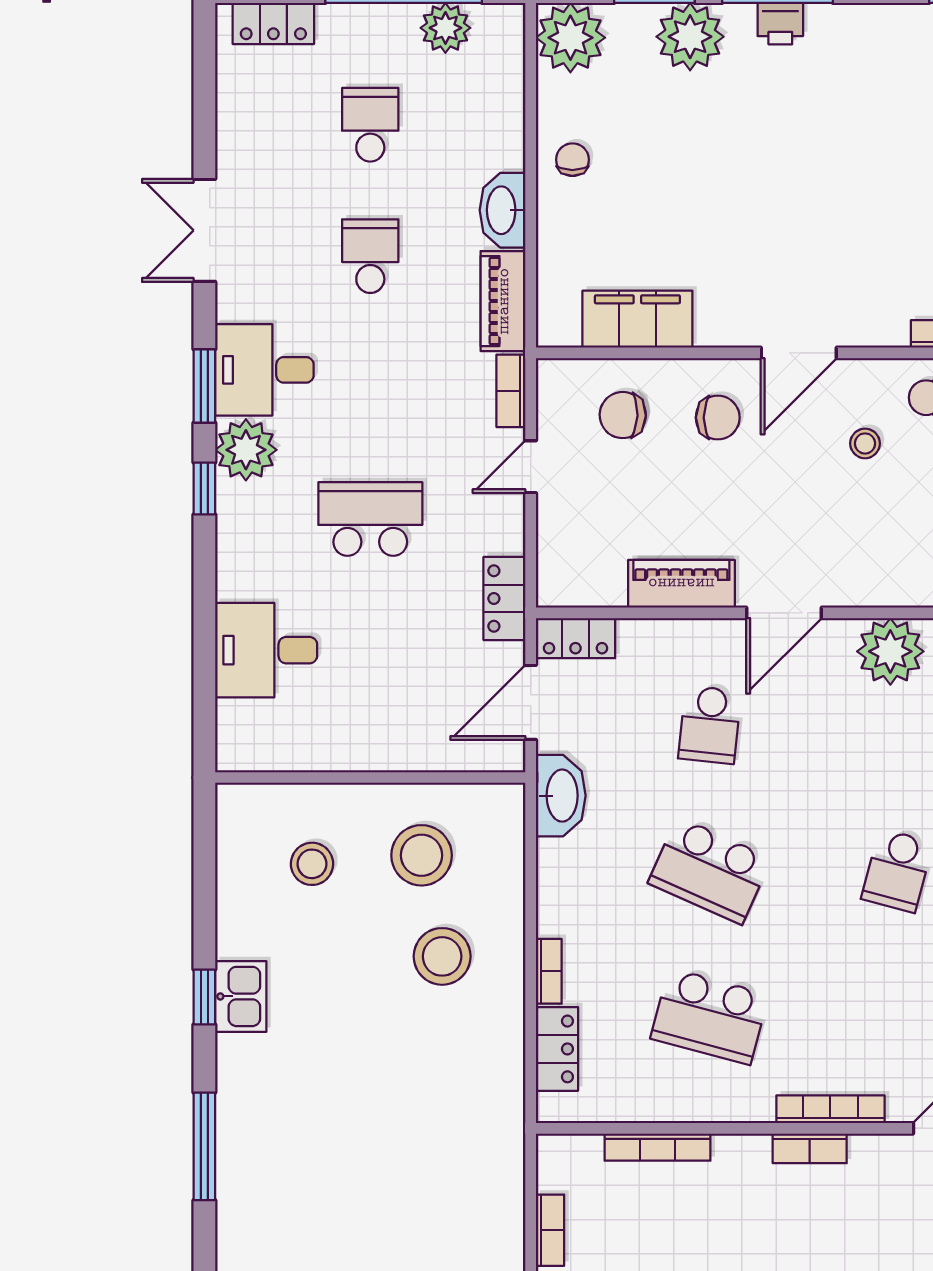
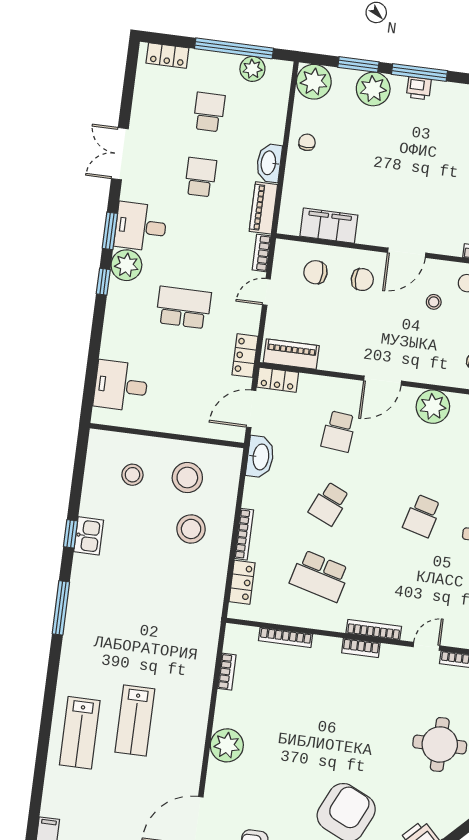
piano: (681, 584) -> (291, 354), moved
desk: (266, 650) -> (121, 386), moved
school desk: (710, 871) -> (329, 504), width x0.54
bookcase: (549, 971) -> (244, 534), width x1.56

